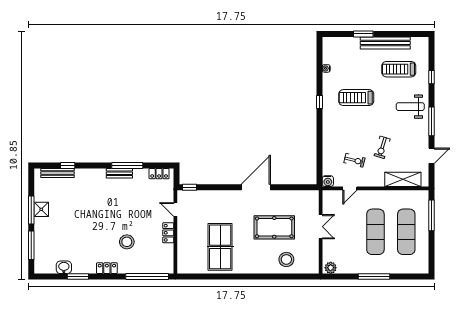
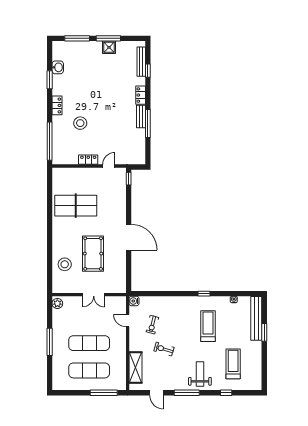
bench: (385, 43) -> (256, 318), moved
locker: (159, 174) -> (141, 95), moved

